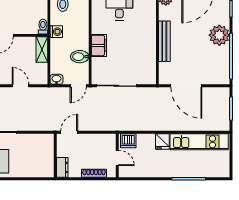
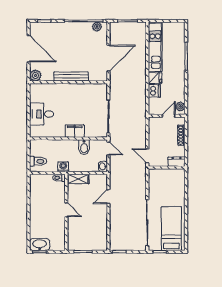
plant: (219, 35) -> (97, 27), moved, width x0.53, depth x0.53
dishwasher: (128, 141) -> (154, 91), moved
plant: (128, 172) -> (180, 107), added

